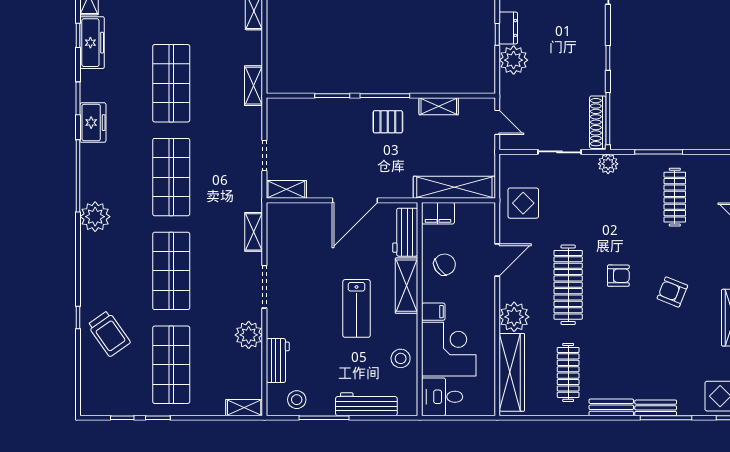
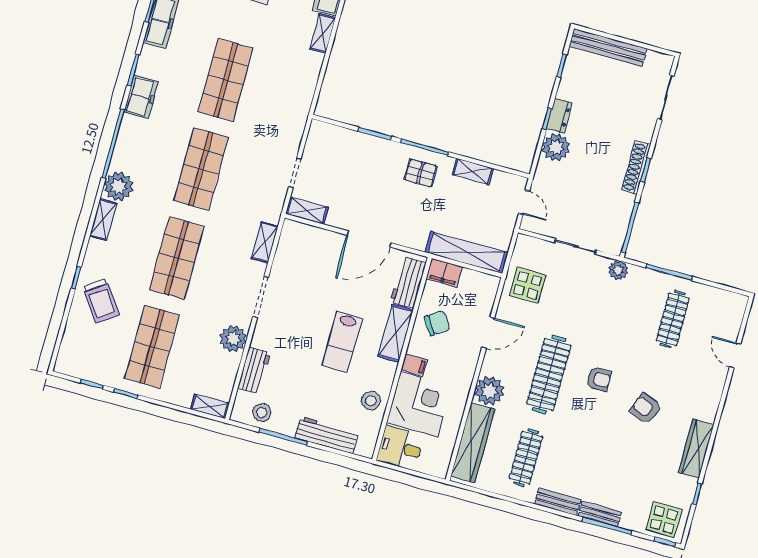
shelving: (253, 86) -> (103, 220), moved
shoe rack: (598, 122) -> (636, 167), moved

